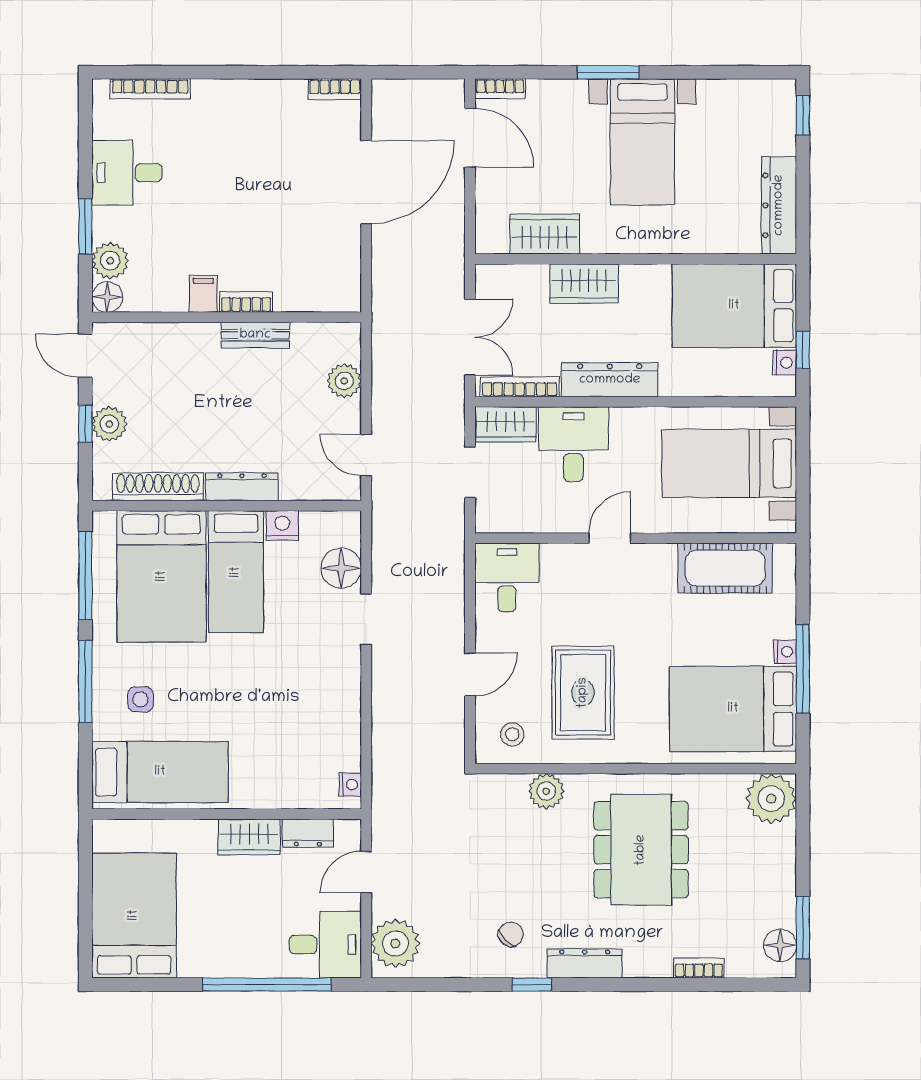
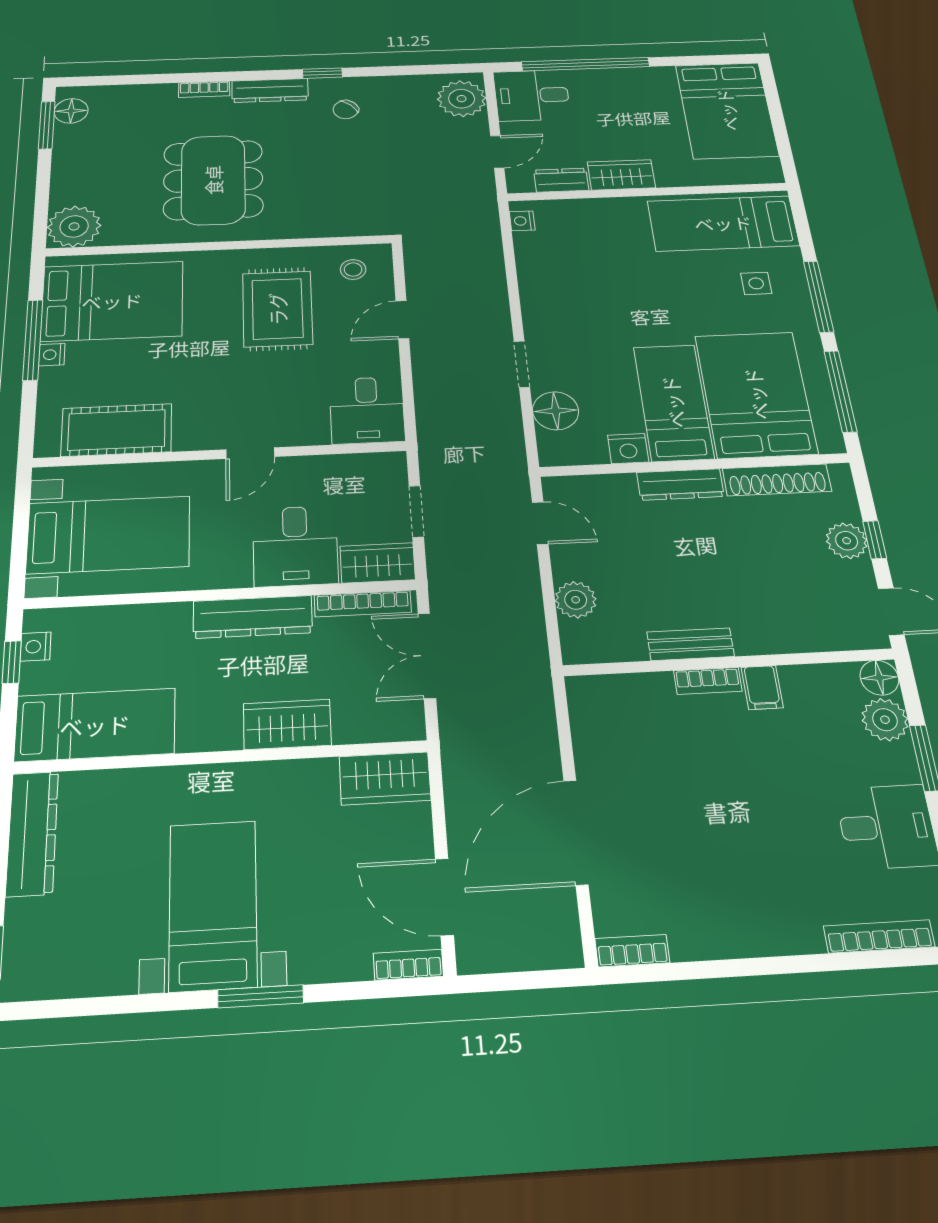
wardrobe: (545, 234) -> (385, 778), moved
bed: (734, 306) -> (95, 725), width x0.67
plant: (546, 791) -> (314, 223), removed
bookcase: (699, 968) -> (204, 89), moved

